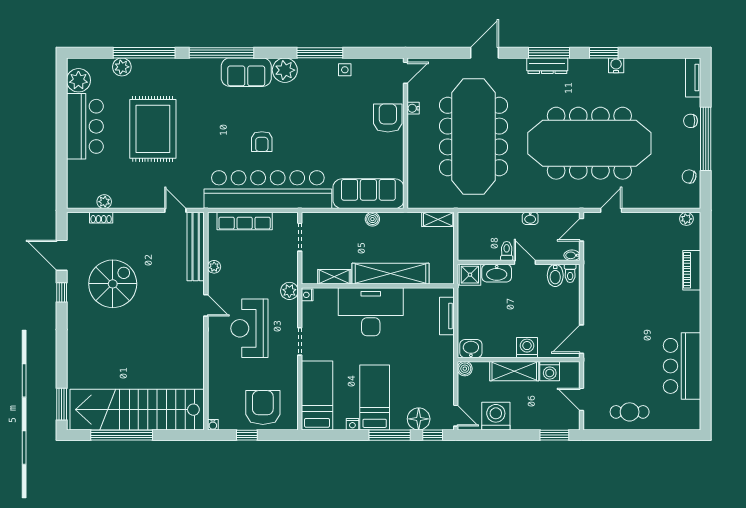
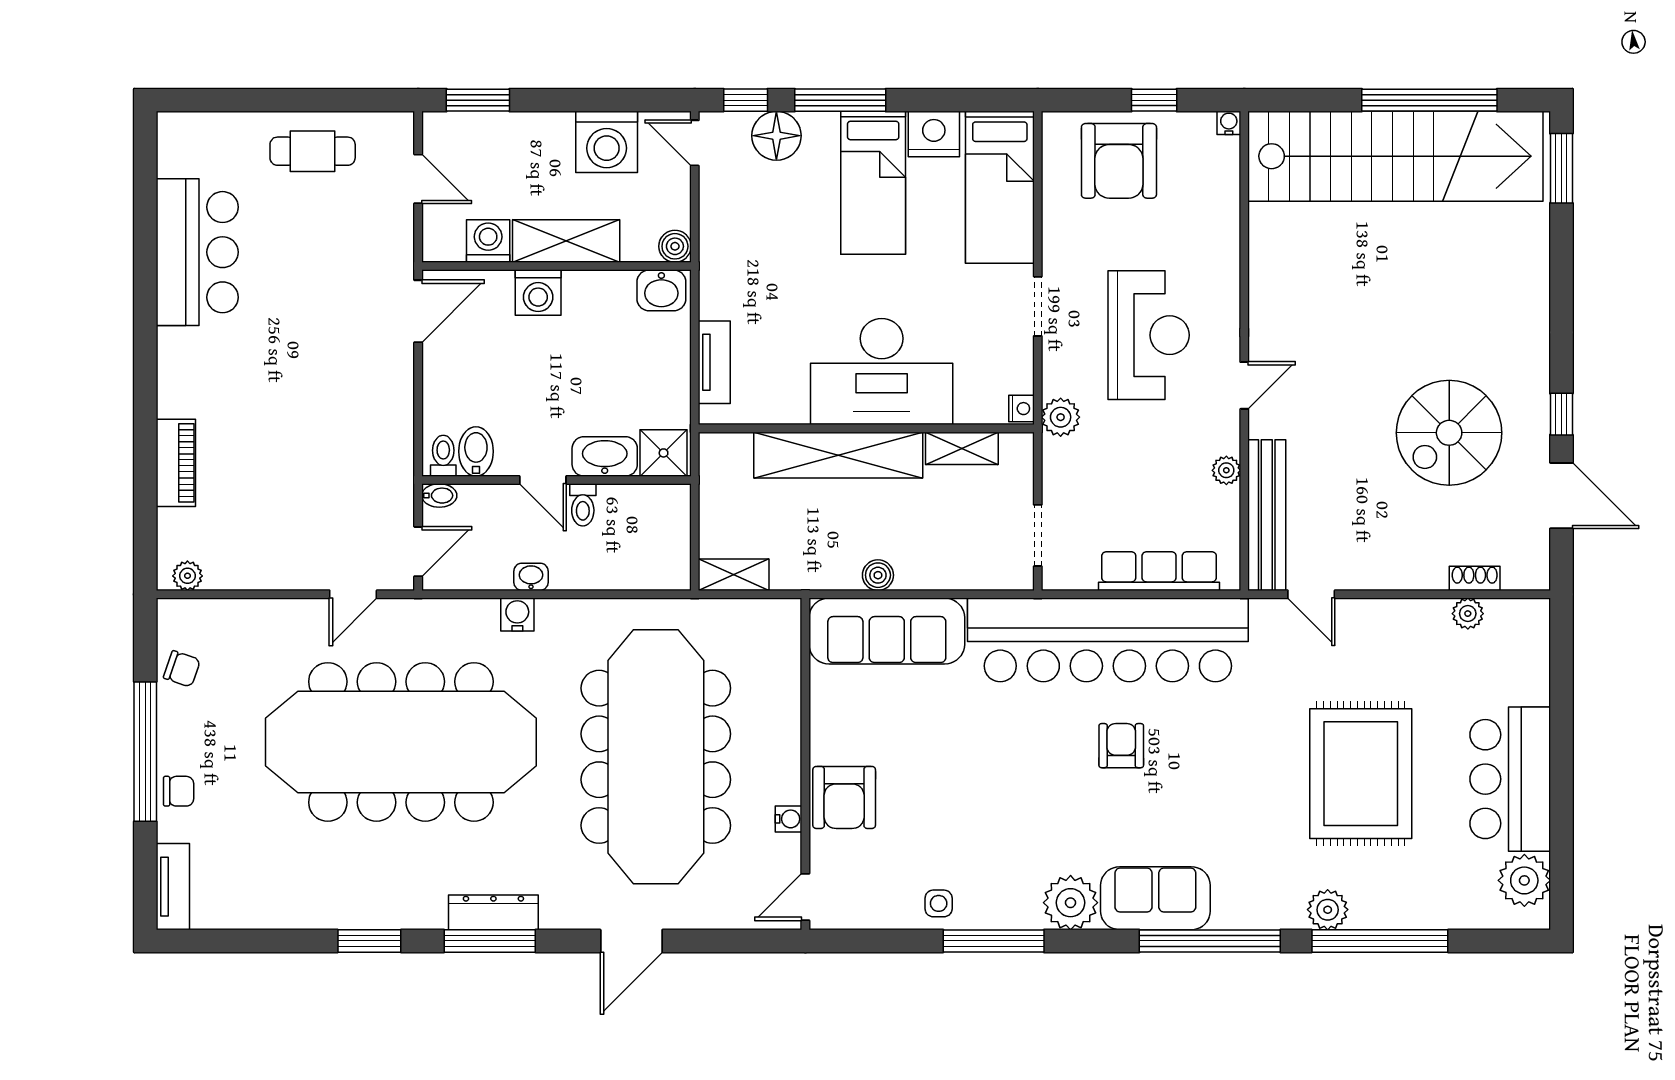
water cooler: (616, 65) -> (517, 614), moved, turned 180
plant: (122, 67) -> (1328, 910), moved
door: (206, 305) -> (1244, 385), swing flipped
nightstand: (352, 424) -> (934, 134), width x1.89, depth x1.79

